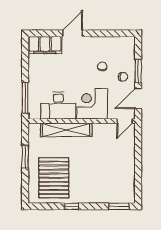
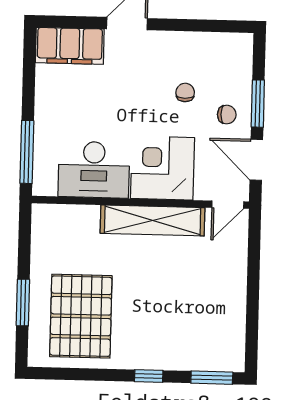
door: (138, 99) -> (256, 160), hinge flipped
shelving: (66, 130) -> (153, 220), moved
window: (25, 157) -> (23, 303), moved
window: (71, 206) -> (149, 376), moved

